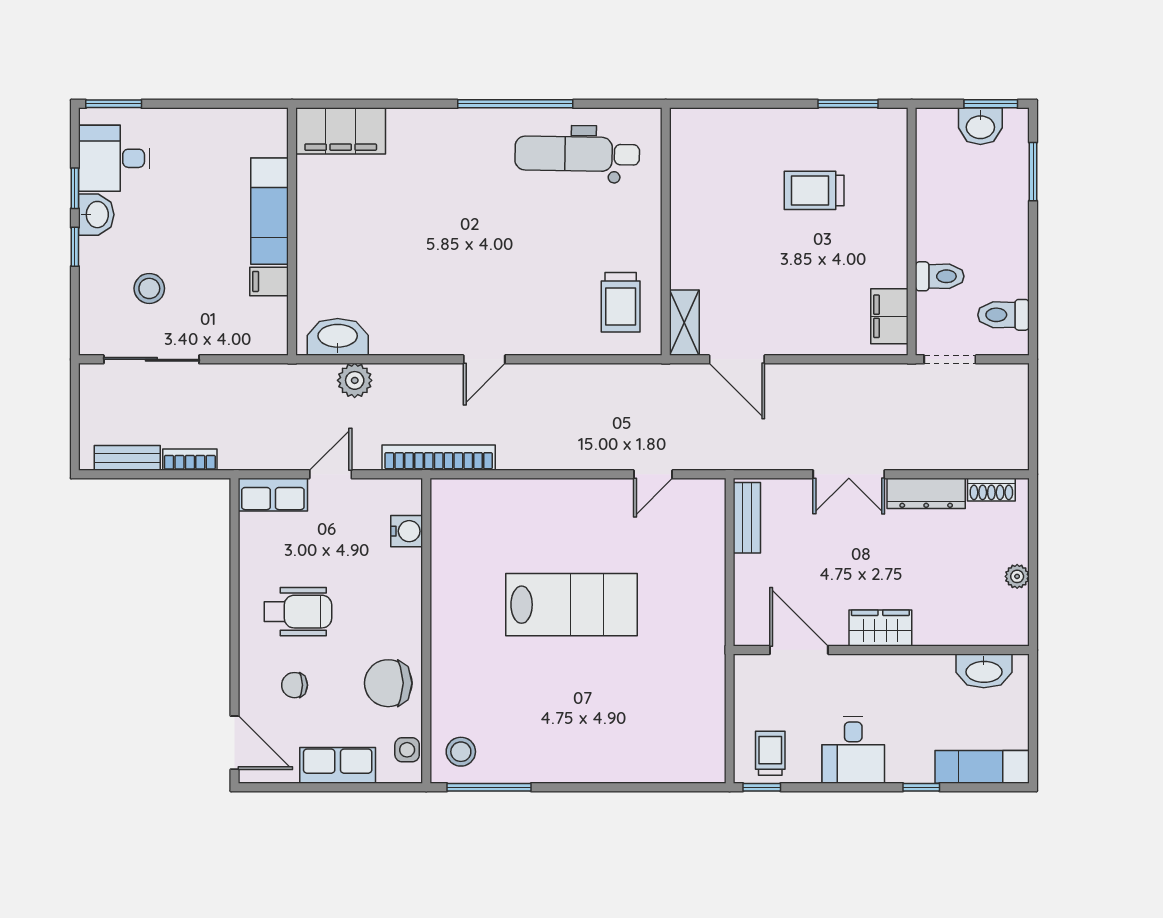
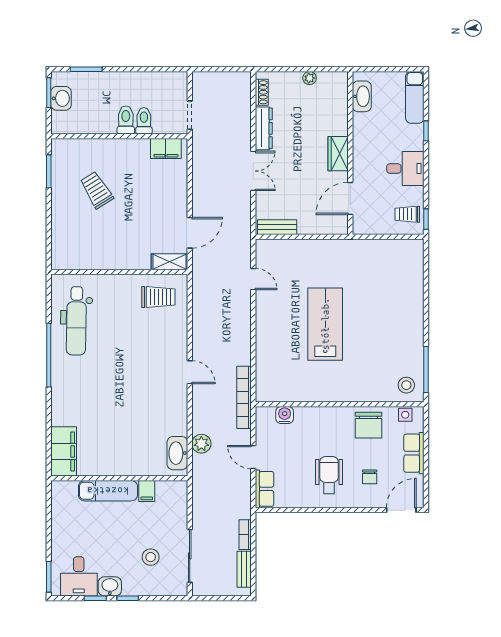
trolley: (814, 190) -> (97, 190), turned 148
toilet: (1004, 315) -> (126, 120), moved, turned 180

